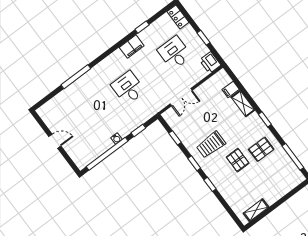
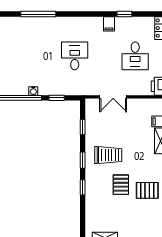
filing cabinet: (132, 47) -> (109, 24), width x0.50
desk: (174, 53) -> (135, 56), turned 180
trolley: (211, 145) -> (108, 155), turned 180

